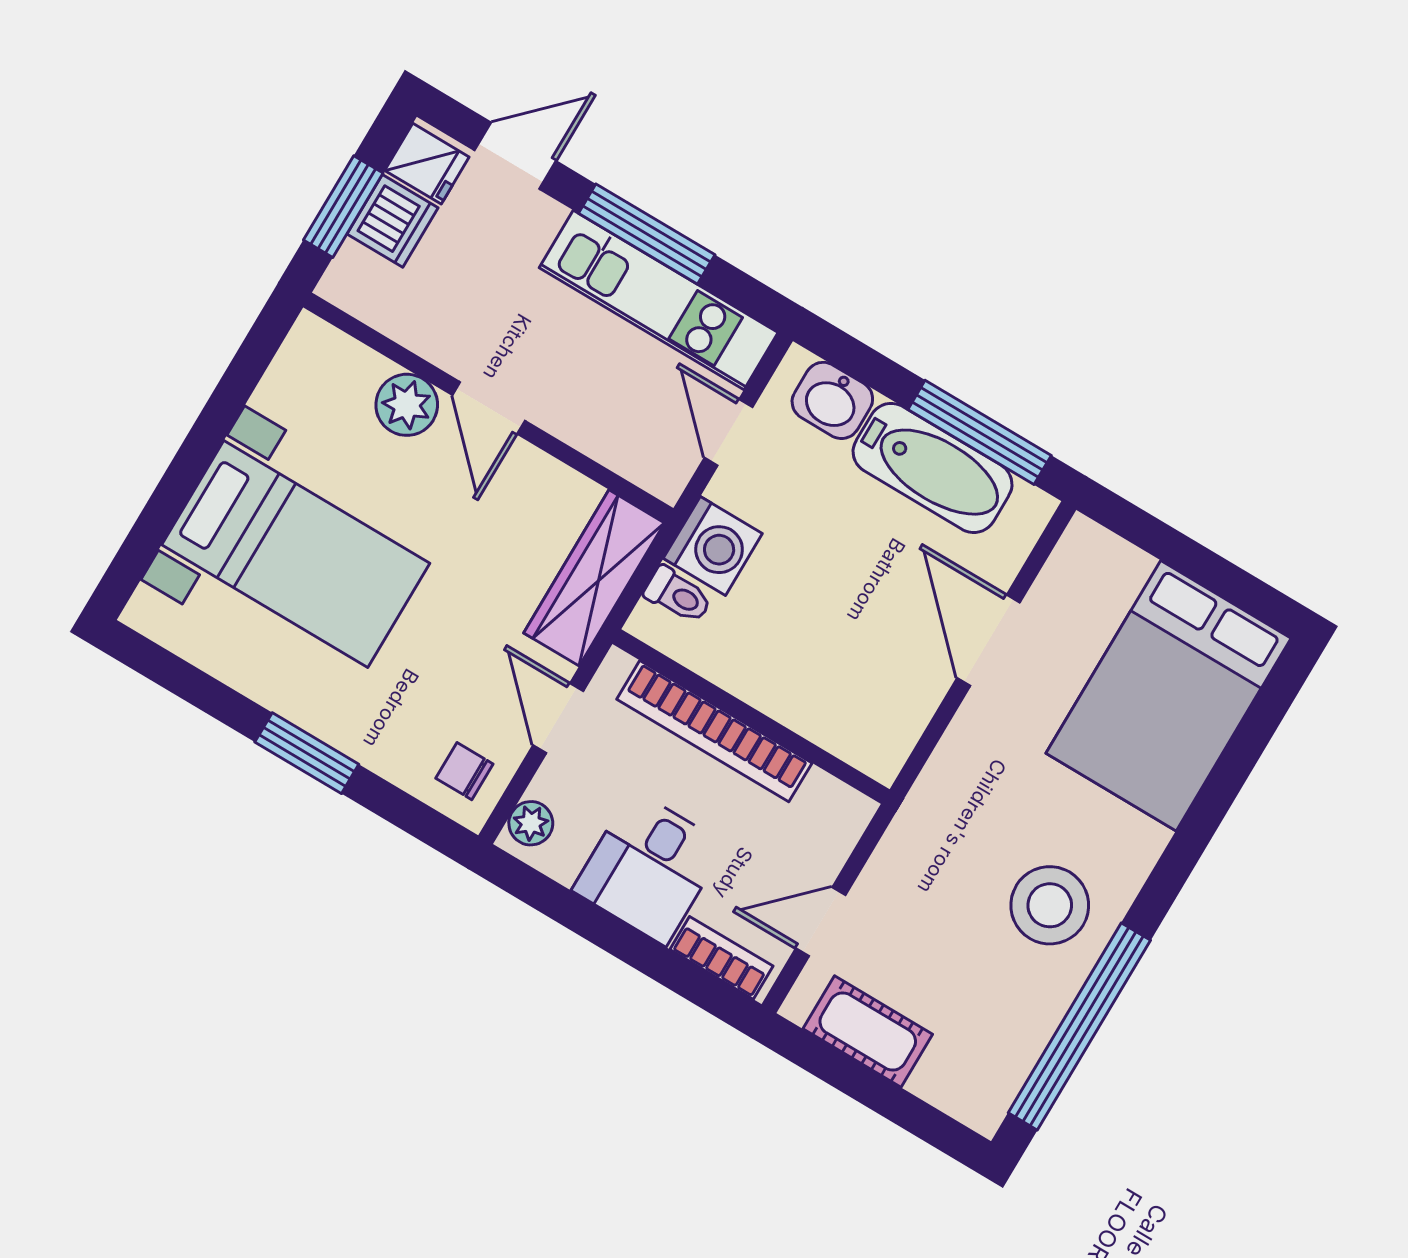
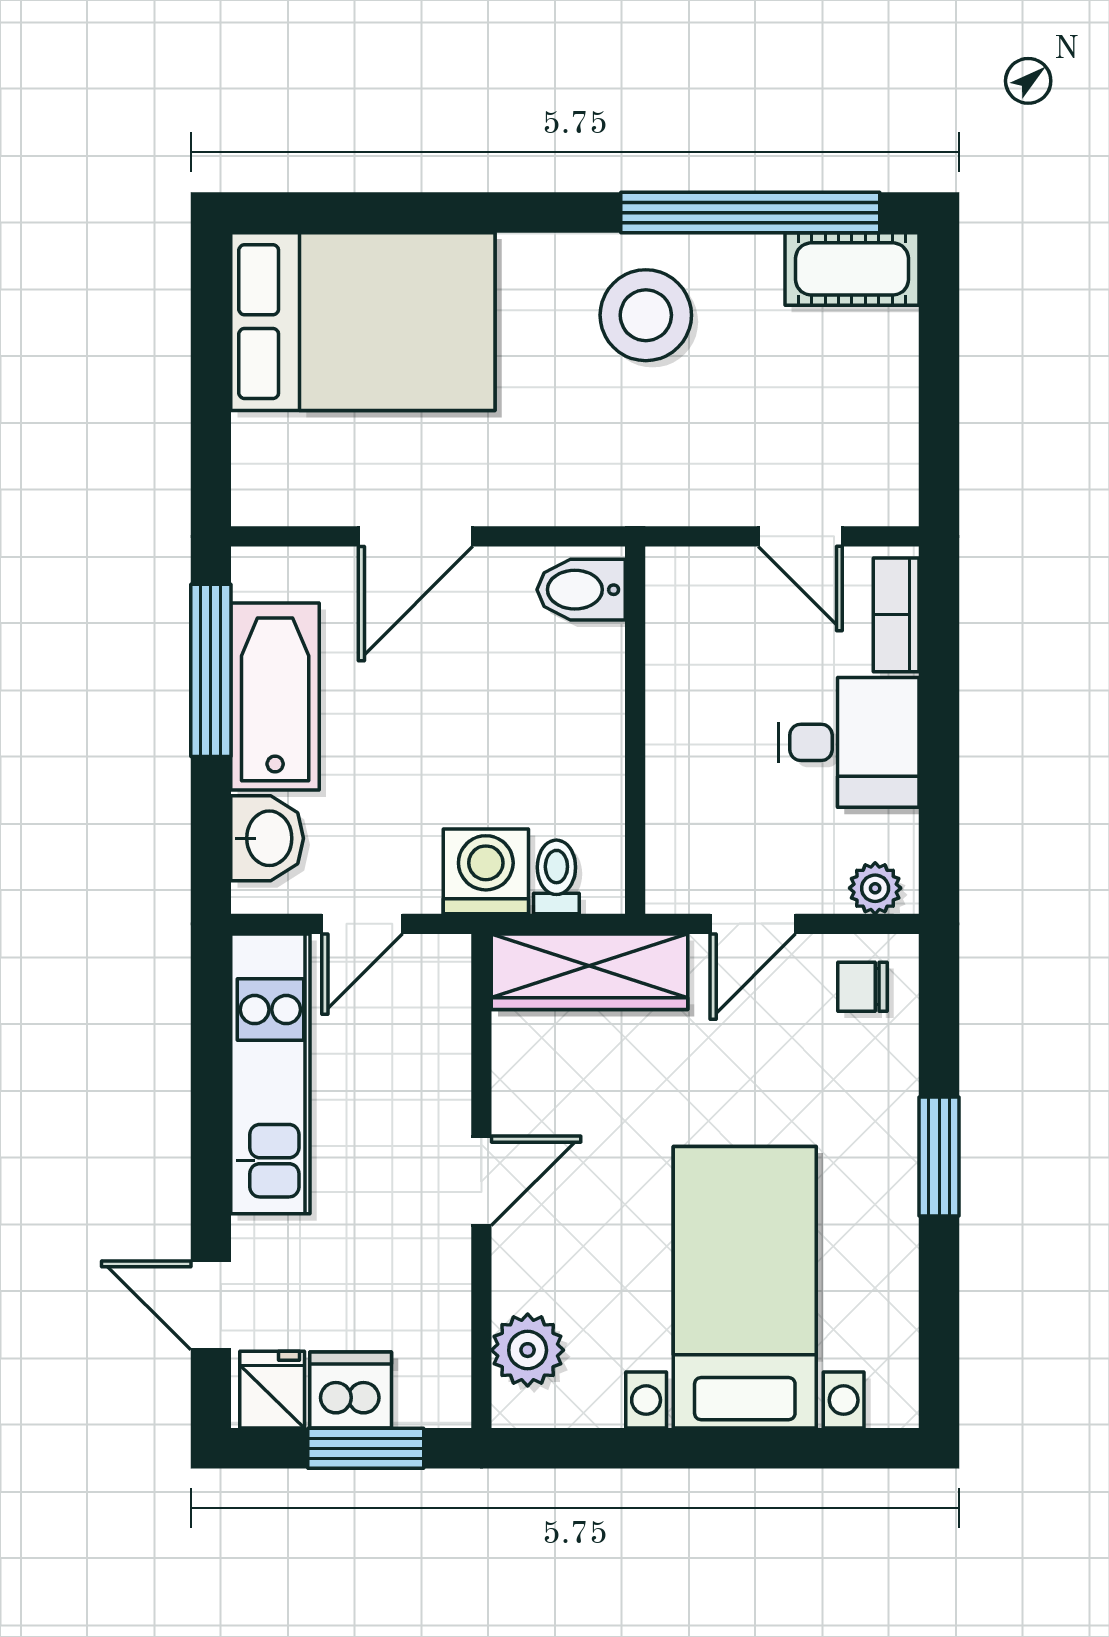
window: (647, 234) -> (211, 1126), removed
plant: (407, 405) -> (528, 1350), moved
bookcase: (714, 731) -> (672, 758), removed
bidet: (877, 738) -> (581, 590), added
chair: (464, 771) -> (862, 987), turned 90
cot: (868, 1031) -> (852, 269), moved, turned 90

